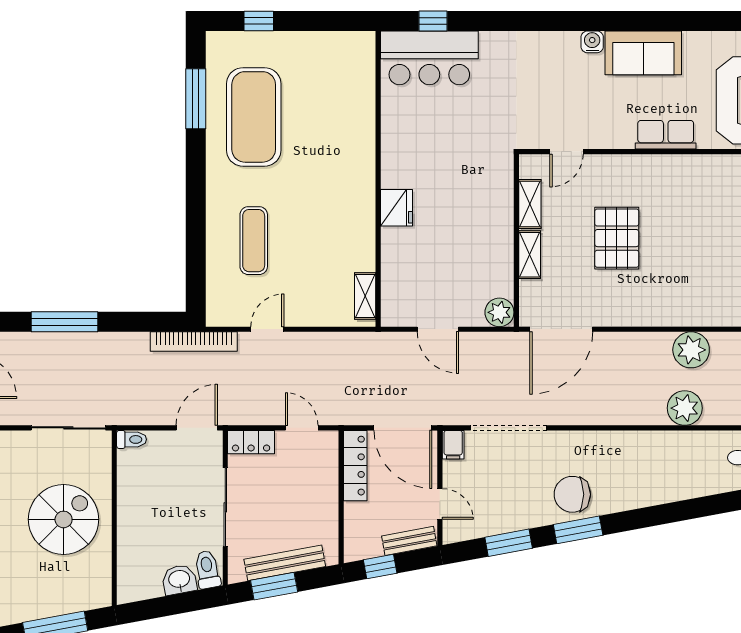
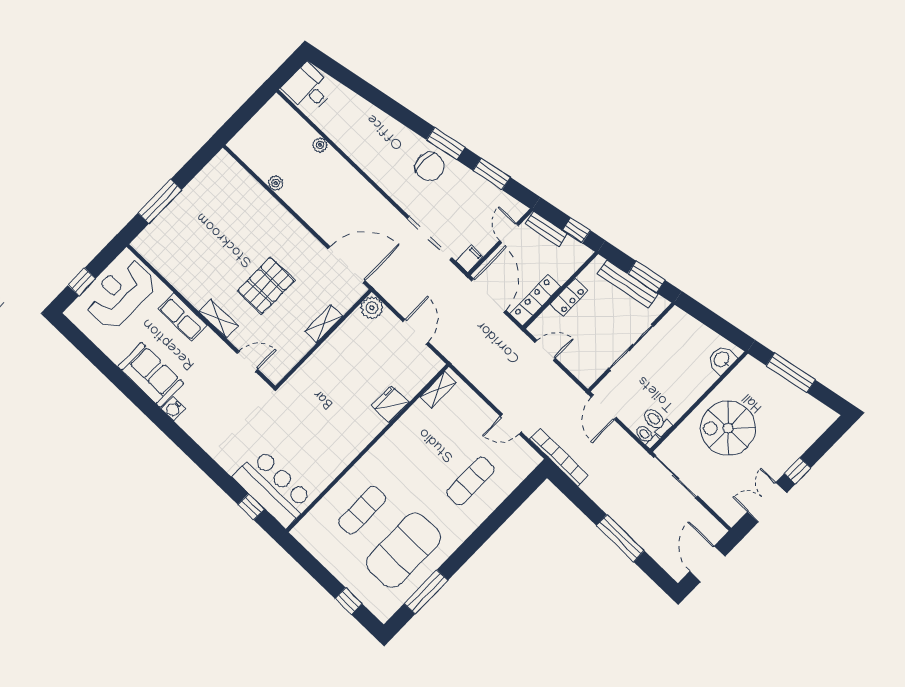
exercise mat: (328, 117) -> (362, 510), added
shelving: (530, 204) -> (219, 319), moved, turned 90
fridge: (396, 208) -> (390, 404), moved
plant: (691, 350) -> (276, 183), width x0.53, depth x0.53
plant: (685, 408) -> (320, 145), width x0.53, depth x0.53
door: (197, 428) -> (604, 407), hinge flipped
door: (302, 428) -> (545, 350), swing flipped
locker: (251, 442) -> (569, 297), moved, turned 90
toilet: (207, 570) -> (657, 421), moved, turned 100
washbasin: (179, 580) -> (722, 360), moved, turned 100

